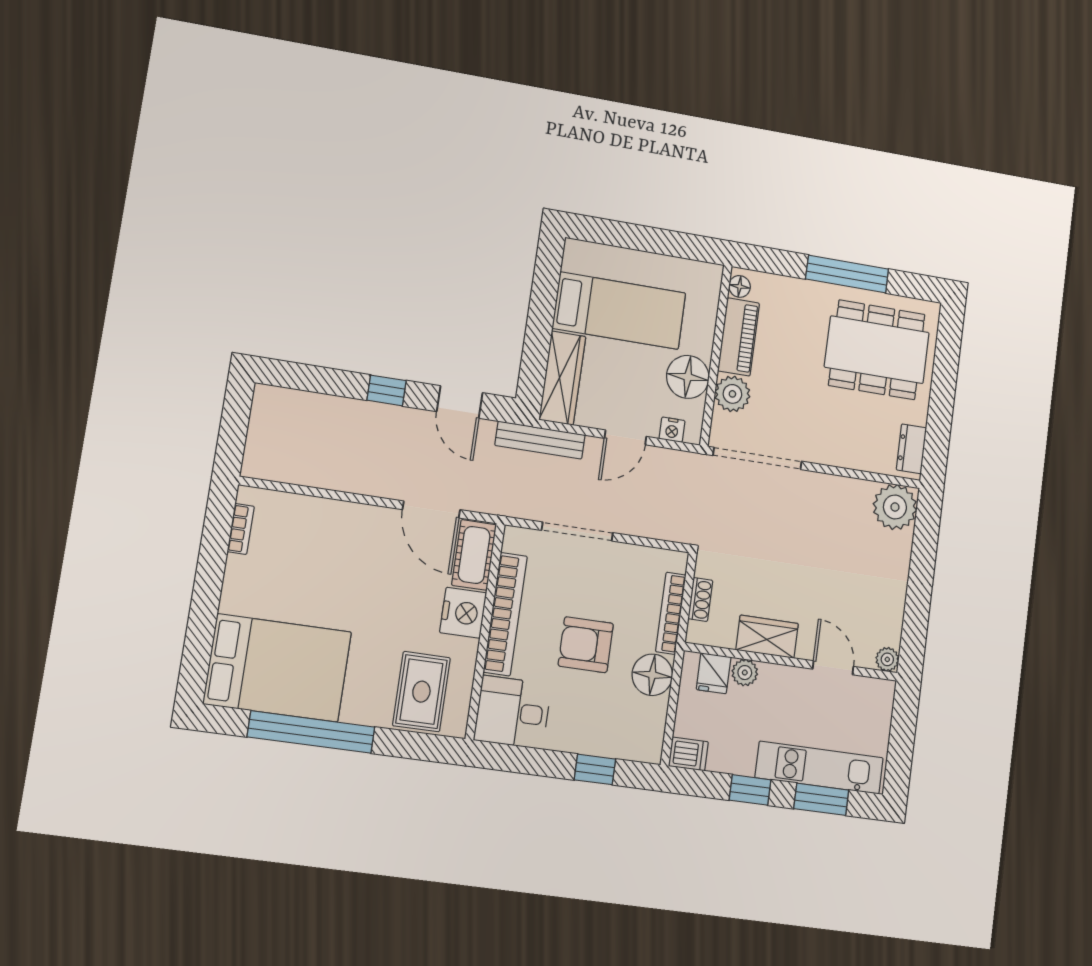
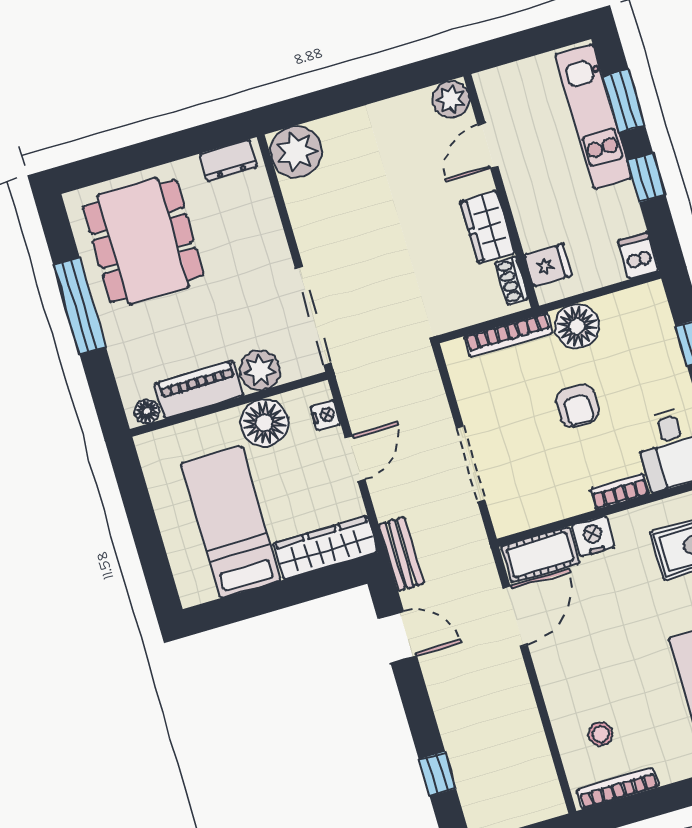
window: (387, 390) -> (437, 774), moved
door: (460, 402) -> (397, 637), hinge flipped
door: (625, 437) -> (355, 458), hinge flipped
bench: (540, 440) -> (401, 554), width x0.73
bookcase: (241, 529) -> (618, 788), width x1.56
stool: (295, 536) -> (601, 734), added
shoe rack: (700, 599) -> (512, 281), moved, turned -90
nightstand: (463, 613) -> (593, 536), width x0.74, depth x0.75
bookcase: (505, 614) -> (620, 491), width x0.43, depth x0.76
armchair: (586, 645) -> (577, 406), width x0.72, depth x0.72
plant: (887, 659) -> (451, 99), width x1.38, depth x1.38
plant: (745, 673) -> (533, 234), removed

